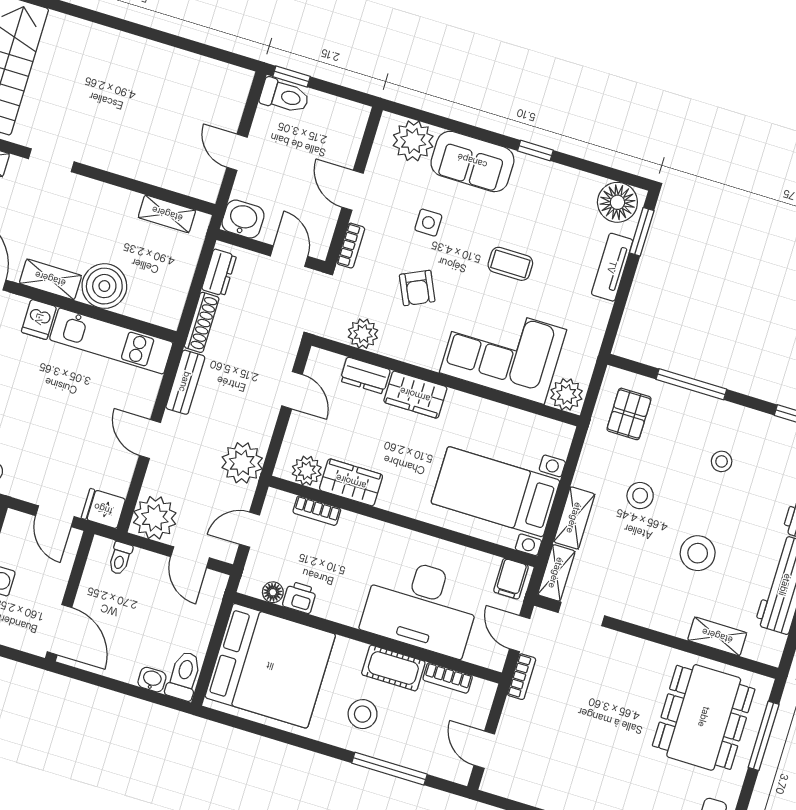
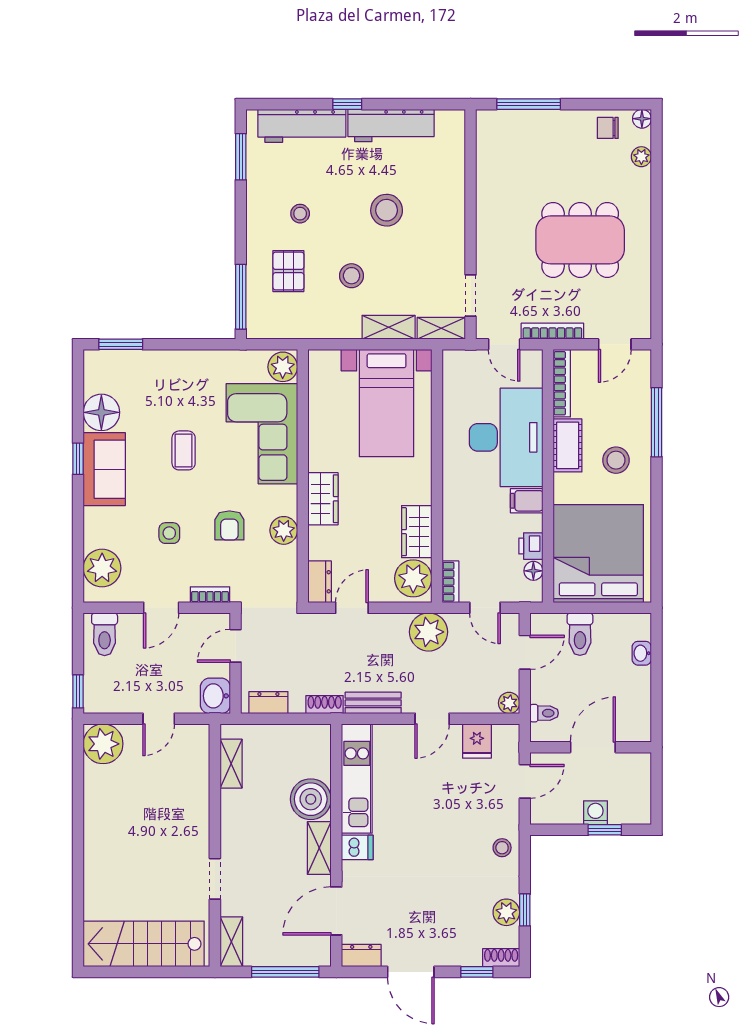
plant: (228, 86) -> (103, 744), added
toilet: (285, 96) -> (105, 634), moved, turned 180
sofa: (472, 161) -> (104, 469), moved
floor lamp: (617, 202) -> (101, 412), moved
tv unit: (612, 267) -> (159, 361), removed
armchair: (417, 288) -> (229, 525), turned 115
shoe rack: (202, 322) -> (325, 705), width x0.70
plant: (363, 334) -> (284, 530), moved
dresser: (365, 375) -> (320, 582), moved
window: (691, 384) -> (241, 297), moved
pallet: (629, 414) -> (288, 271), moved, turned 90
plant: (307, 471) -> (413, 578), width x1.36, depth x1.36
fridge: (103, 509) -> (477, 741), moved
bookcase: (317, 511) -> (450, 582), moved
plant: (155, 518) -> (509, 703), width x0.53, depth x0.53
filing cabinet: (511, 579) -> (527, 501), moved, turned 180
door: (59, 630) -> (593, 747), moved
door: (520, 634) -> (504, 344), hinge flipped
shelving: (717, 636) -> (454, 171), removed
toilet: (184, 676) -> (580, 634), moved, turned -90
bookcase: (522, 677) -> (552, 331), width x1.56
bookcase: (448, 678) -> (562, 383), width x1.56
dining table: (704, 717) -> (580, 240), moved

